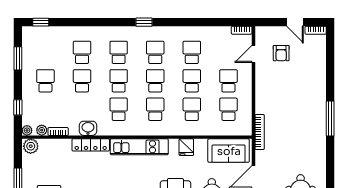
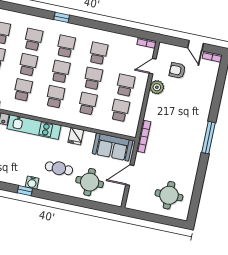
armchair: (281, 53) -> (177, 71), turned 90
plant: (263, 76) -> (157, 87), added

